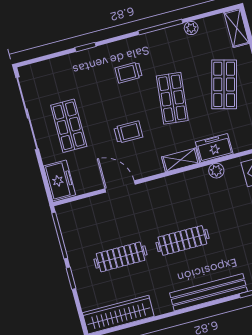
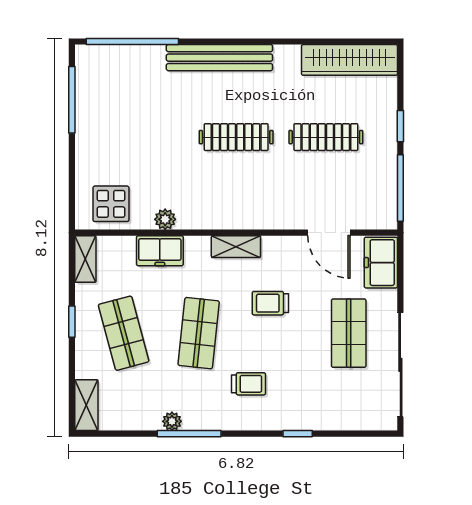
plant: (191, 28) -> (172, 421), moved
shop shelf: (224, 84) -> (124, 333), turned -30
shelving: (181, 160) -> (236, 247), moved
door: (120, 186) -> (329, 233), moved

